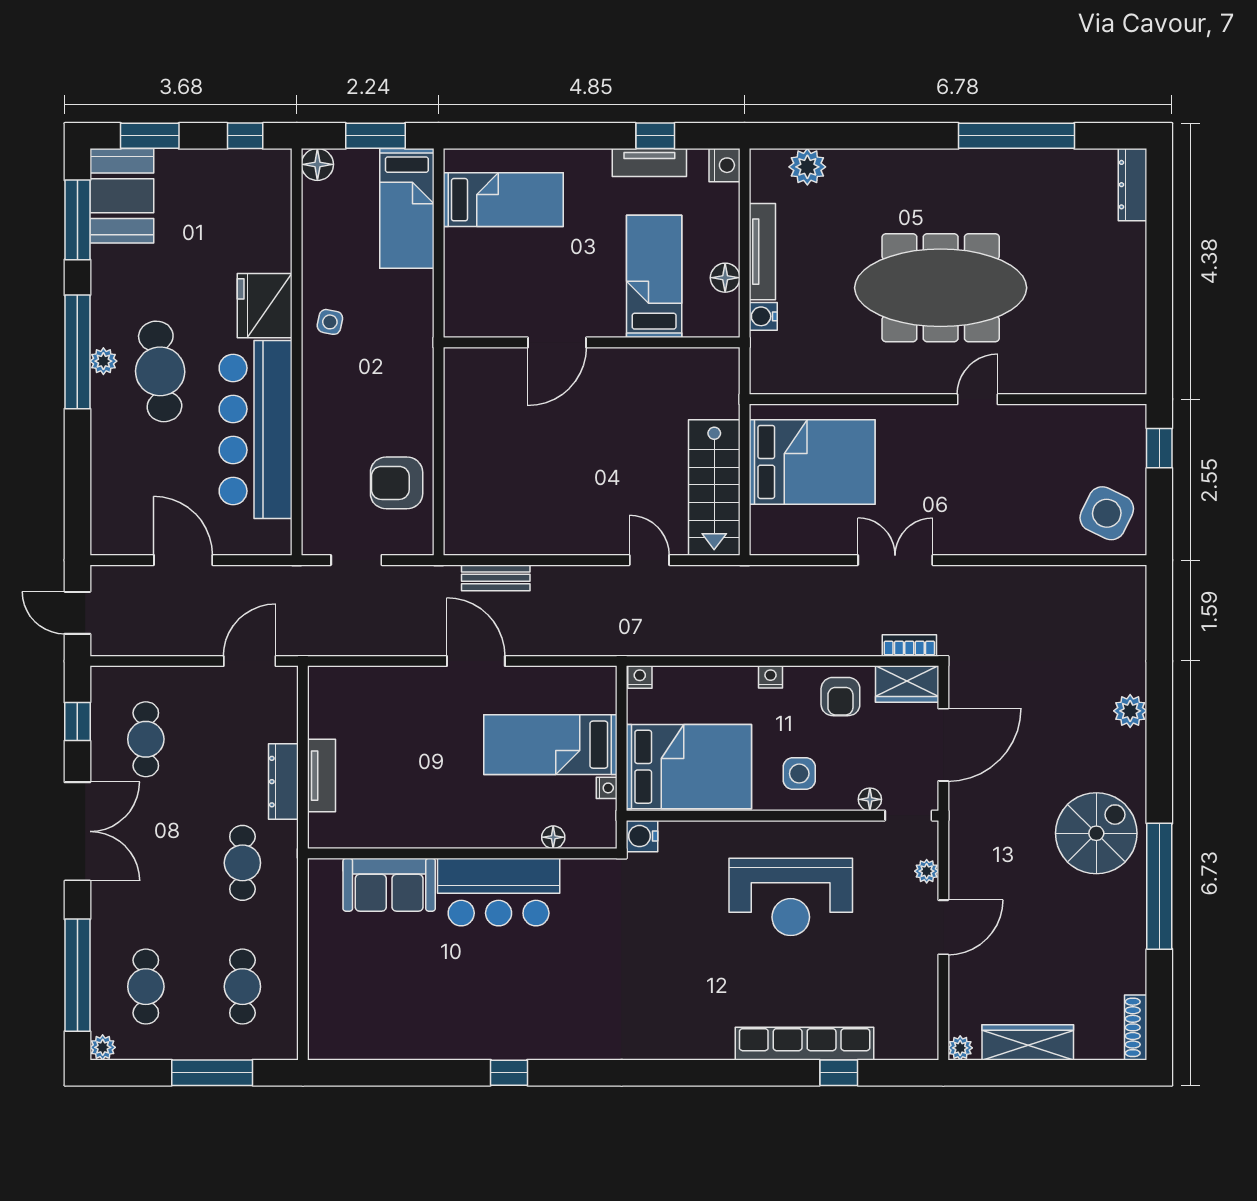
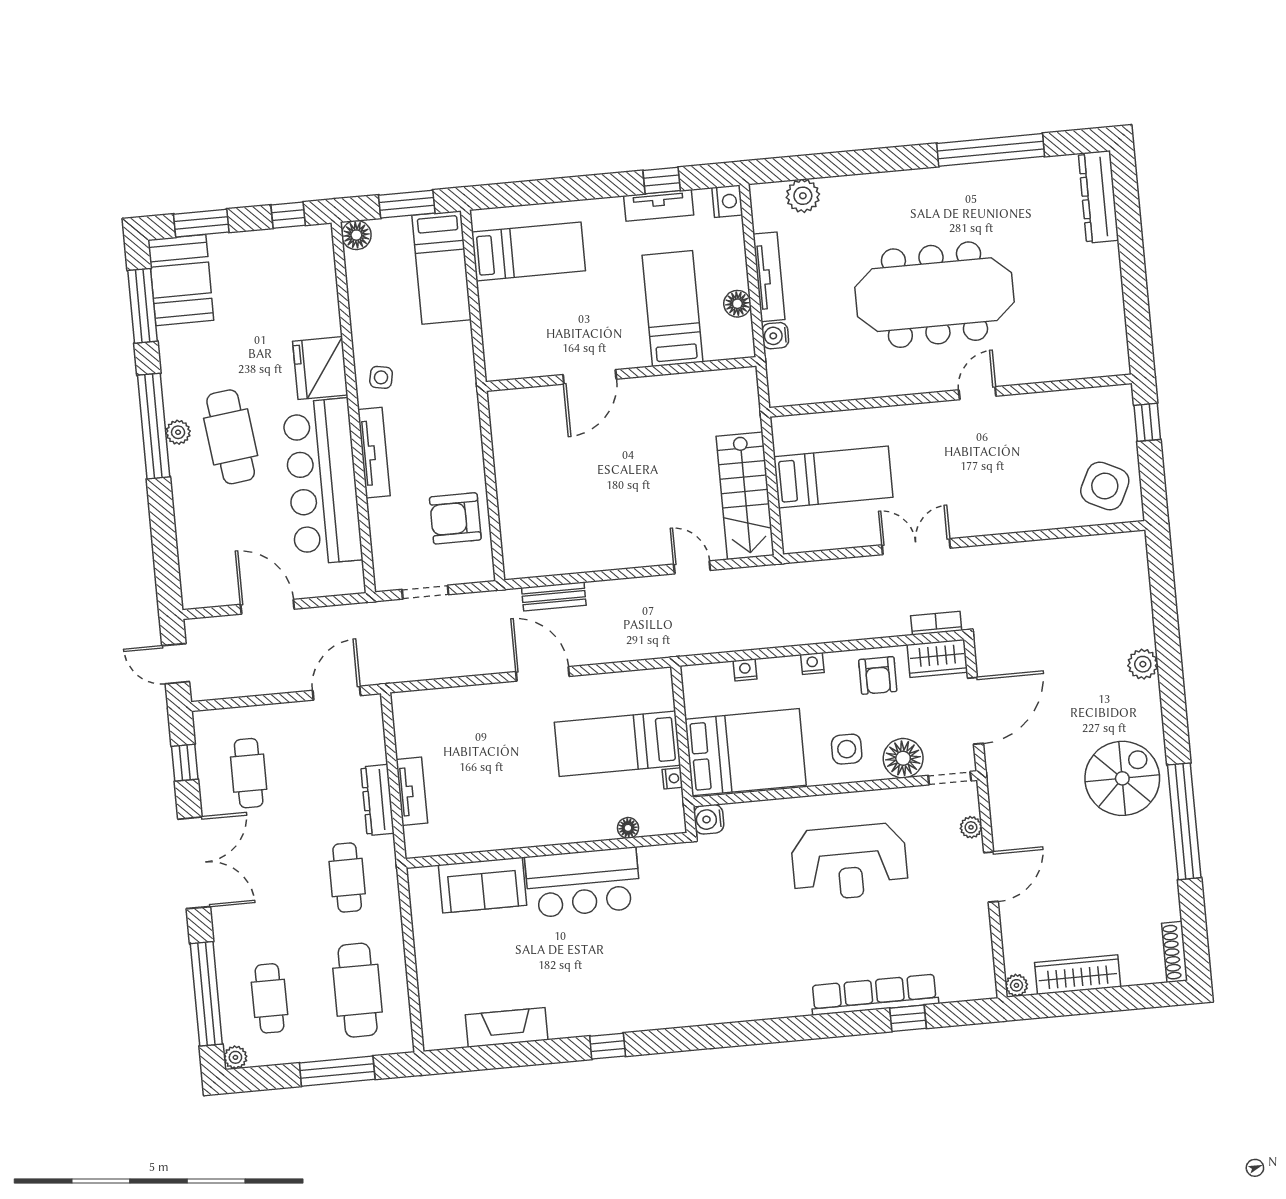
dresser: (1133, 185) -> (1099, 197), width x1.37, depth x1.24
tv unit: (315, 403) -> (374, 453), added
bed: (812, 462) -> (833, 477), width x0.67
nightstand: (640, 677) -> (745, 670), moved
floor lamp: (870, 799) -> (903, 758), width x1.89, depth x1.89
cafe table: (242, 987) -> (358, 990), width x1.37, depth x1.35
fireplace: (401, 1042) -> (507, 1027), added

